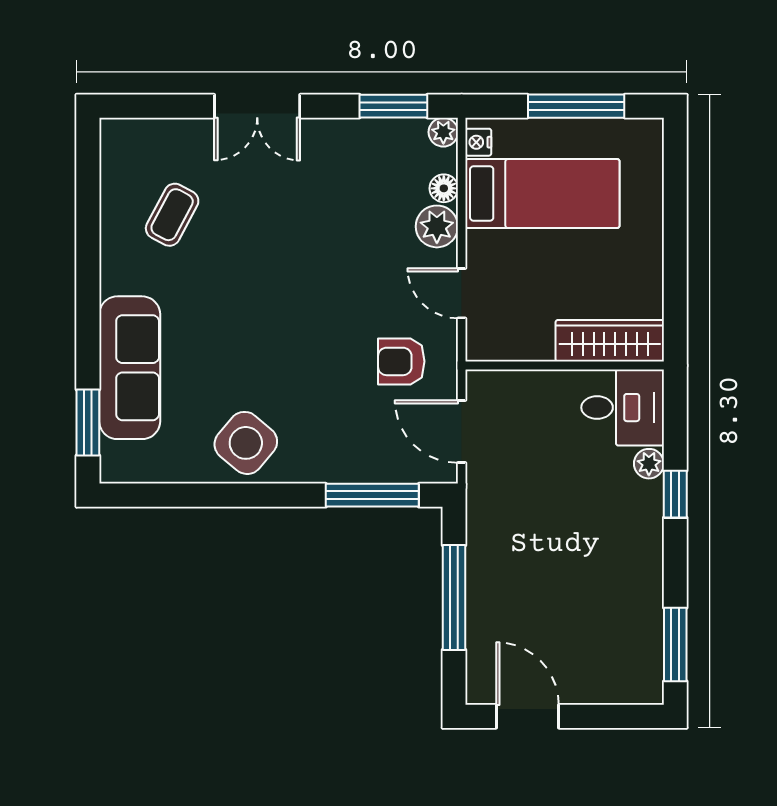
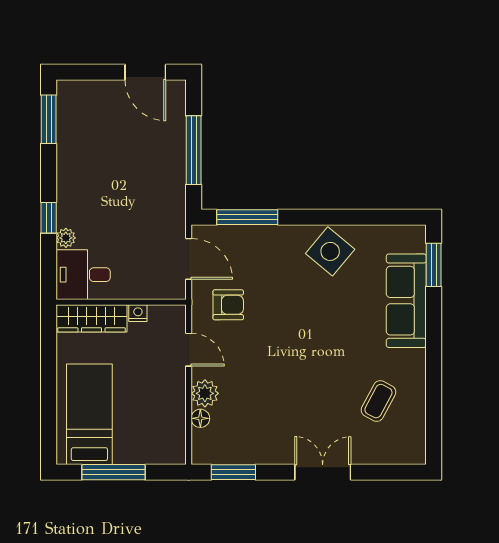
plant: (443, 132) -> (201, 455), removed
nightstand: (478, 142) -> (138, 313), moved, turned -90
bed: (542, 194) -> (89, 414), moved, turned 90

